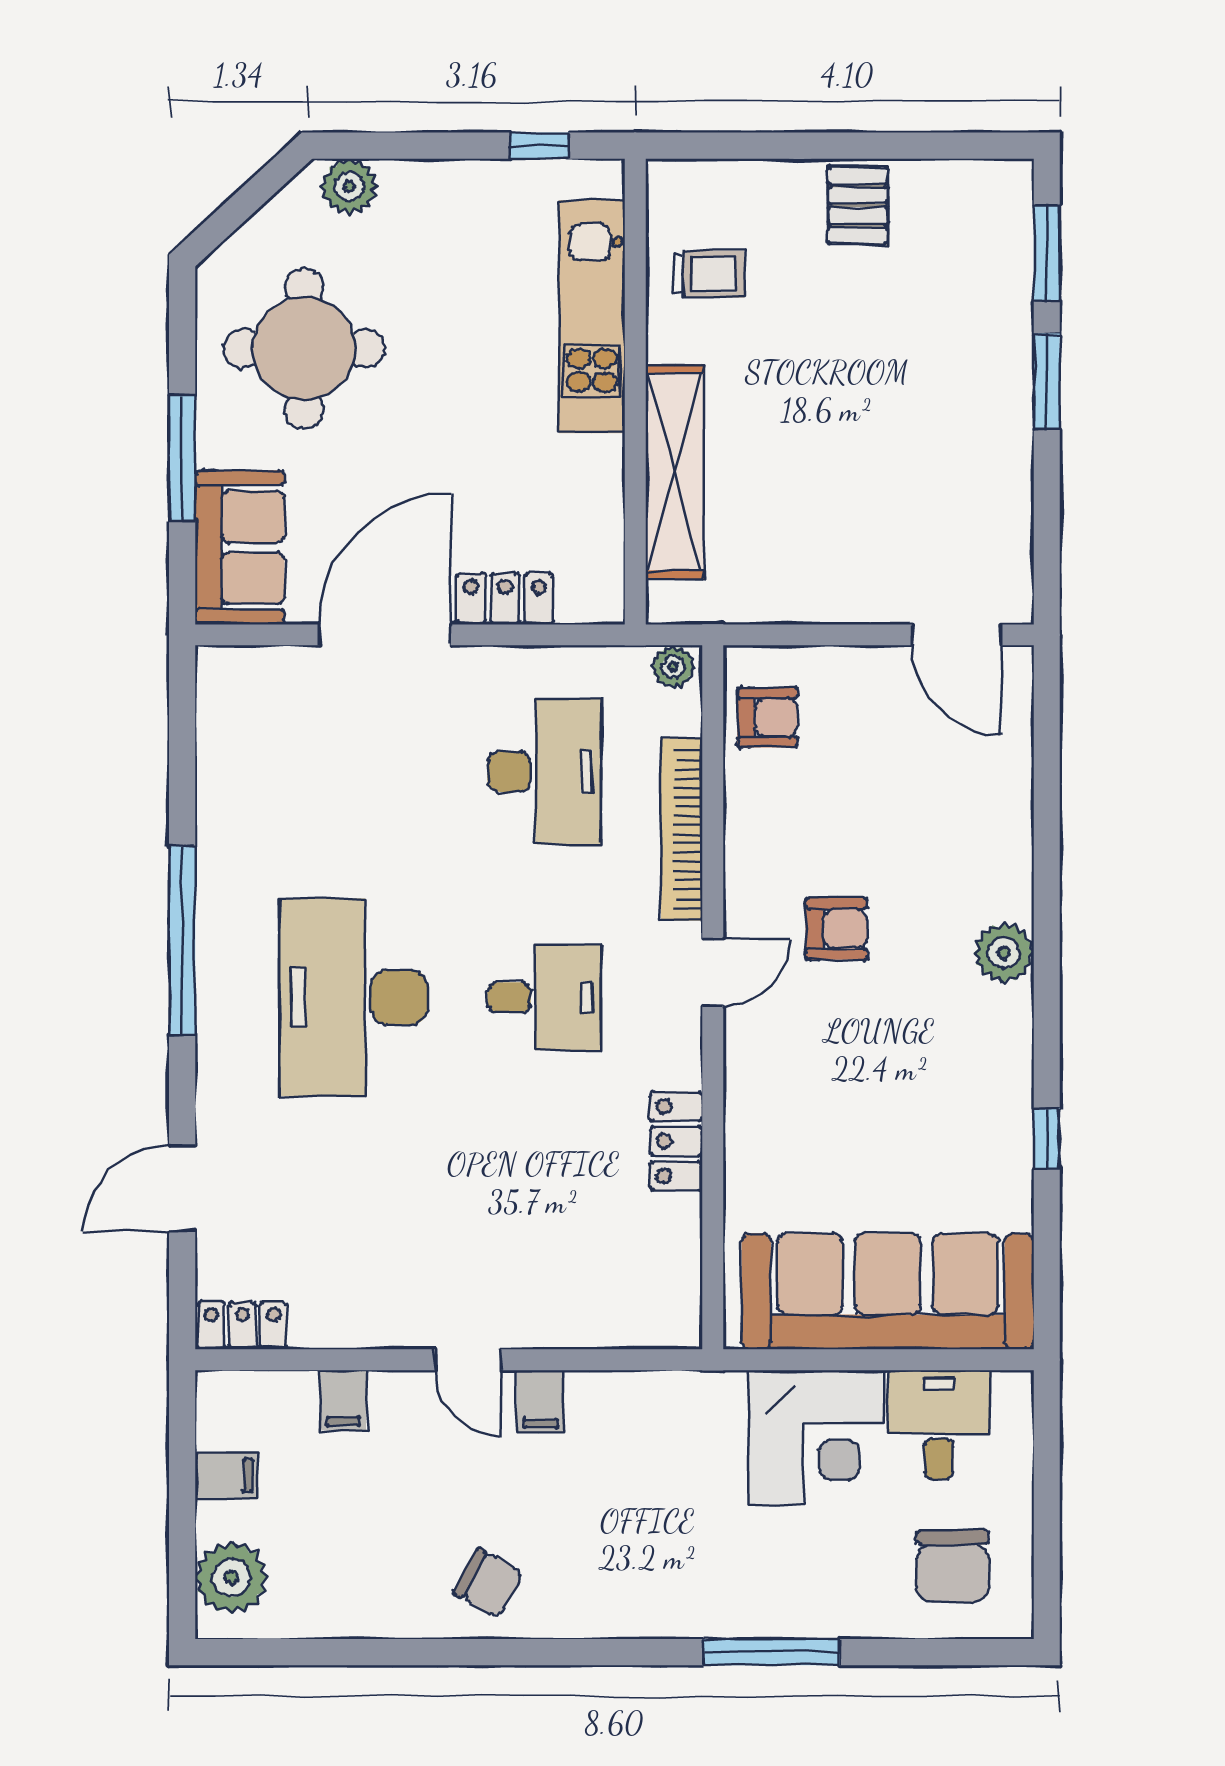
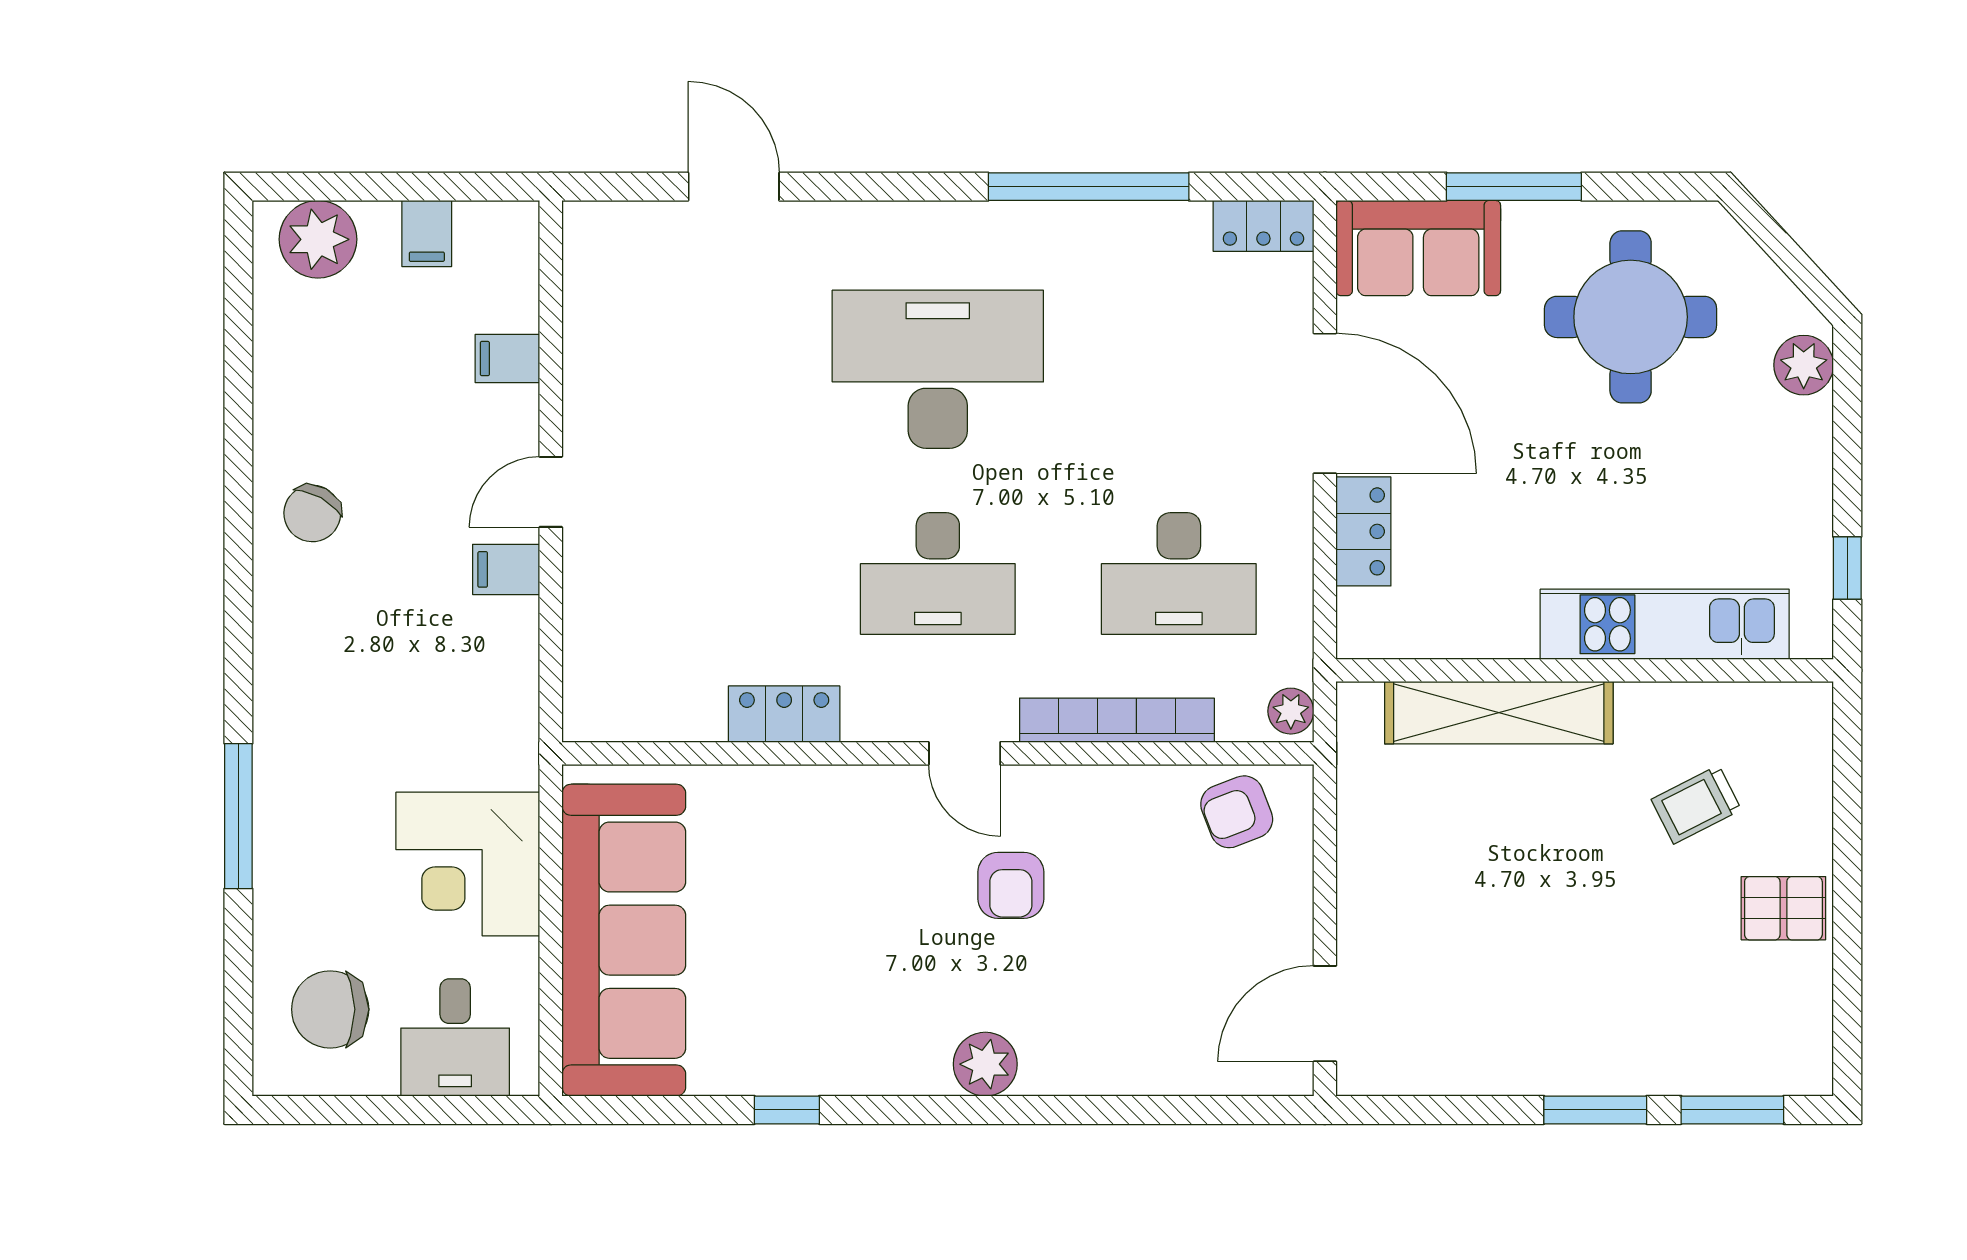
trolley: (709, 274) -> (1696, 805), moved, turned 63
armchair: (768, 717) -> (1237, 812), turned 69
window: (182, 940) -> (1089, 187), moved
desk: (544, 997) -> (938, 573), width x1.37
locker: (242, 1325) -> (1263, 226), moved, turned 90
desk: (939, 1425) -> (455, 1037), moved, turned 90

